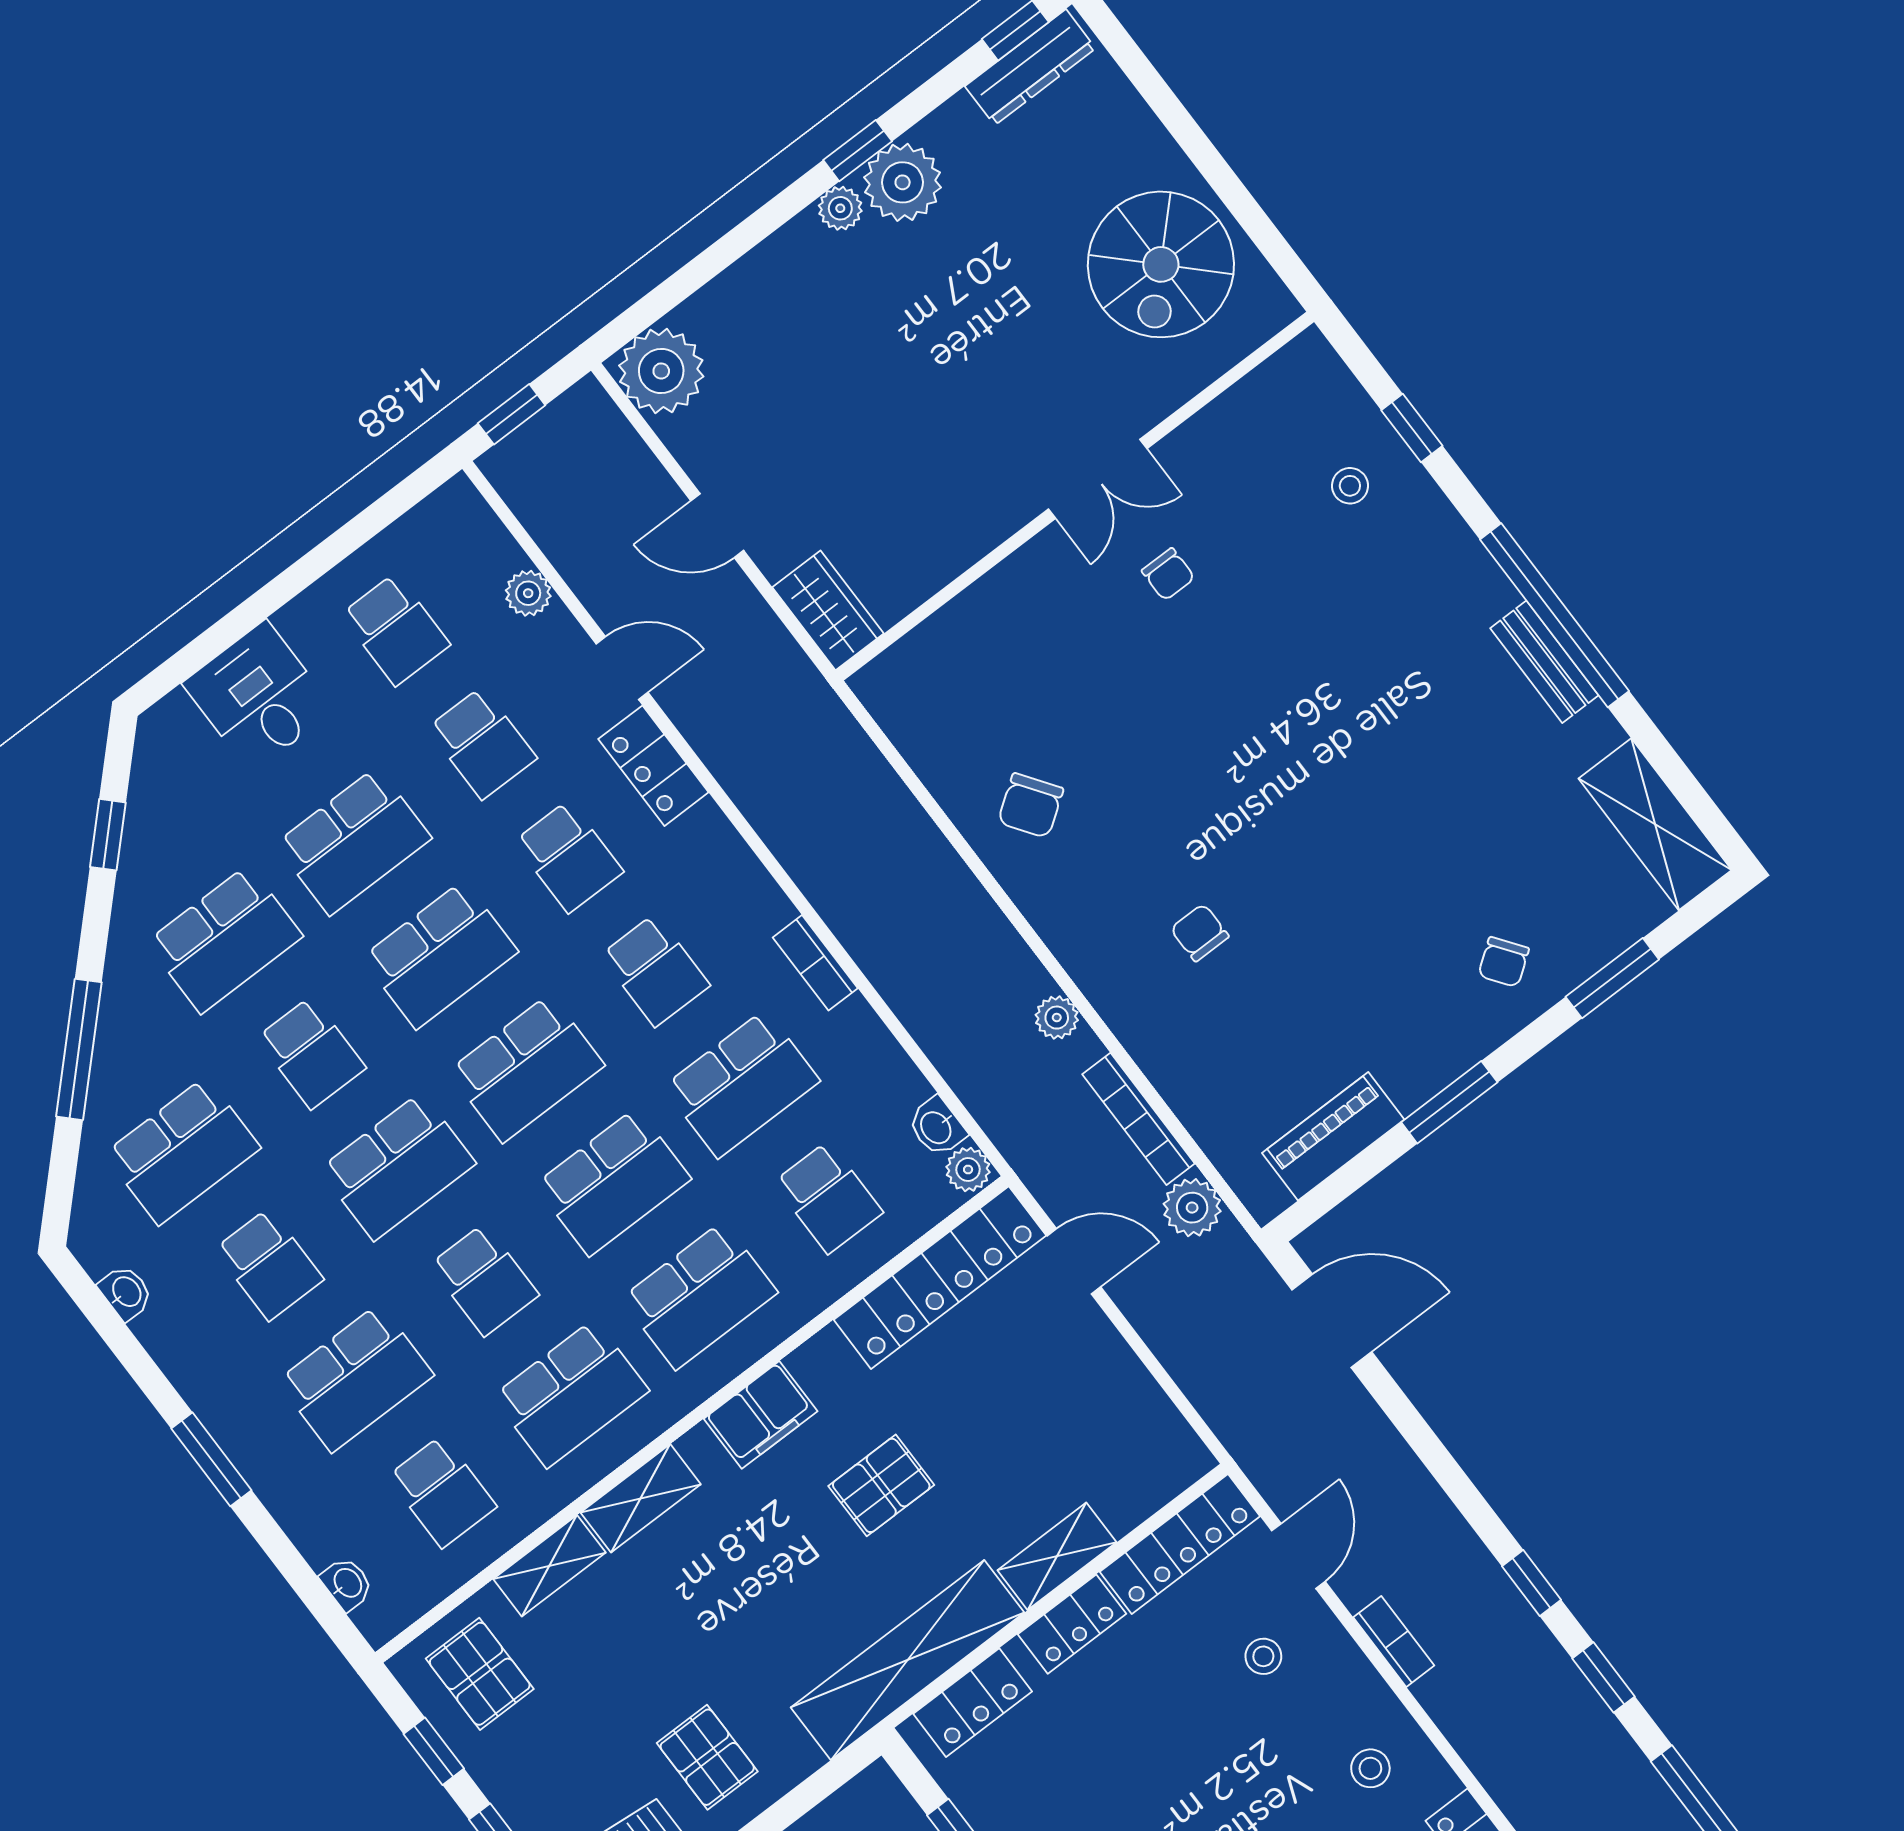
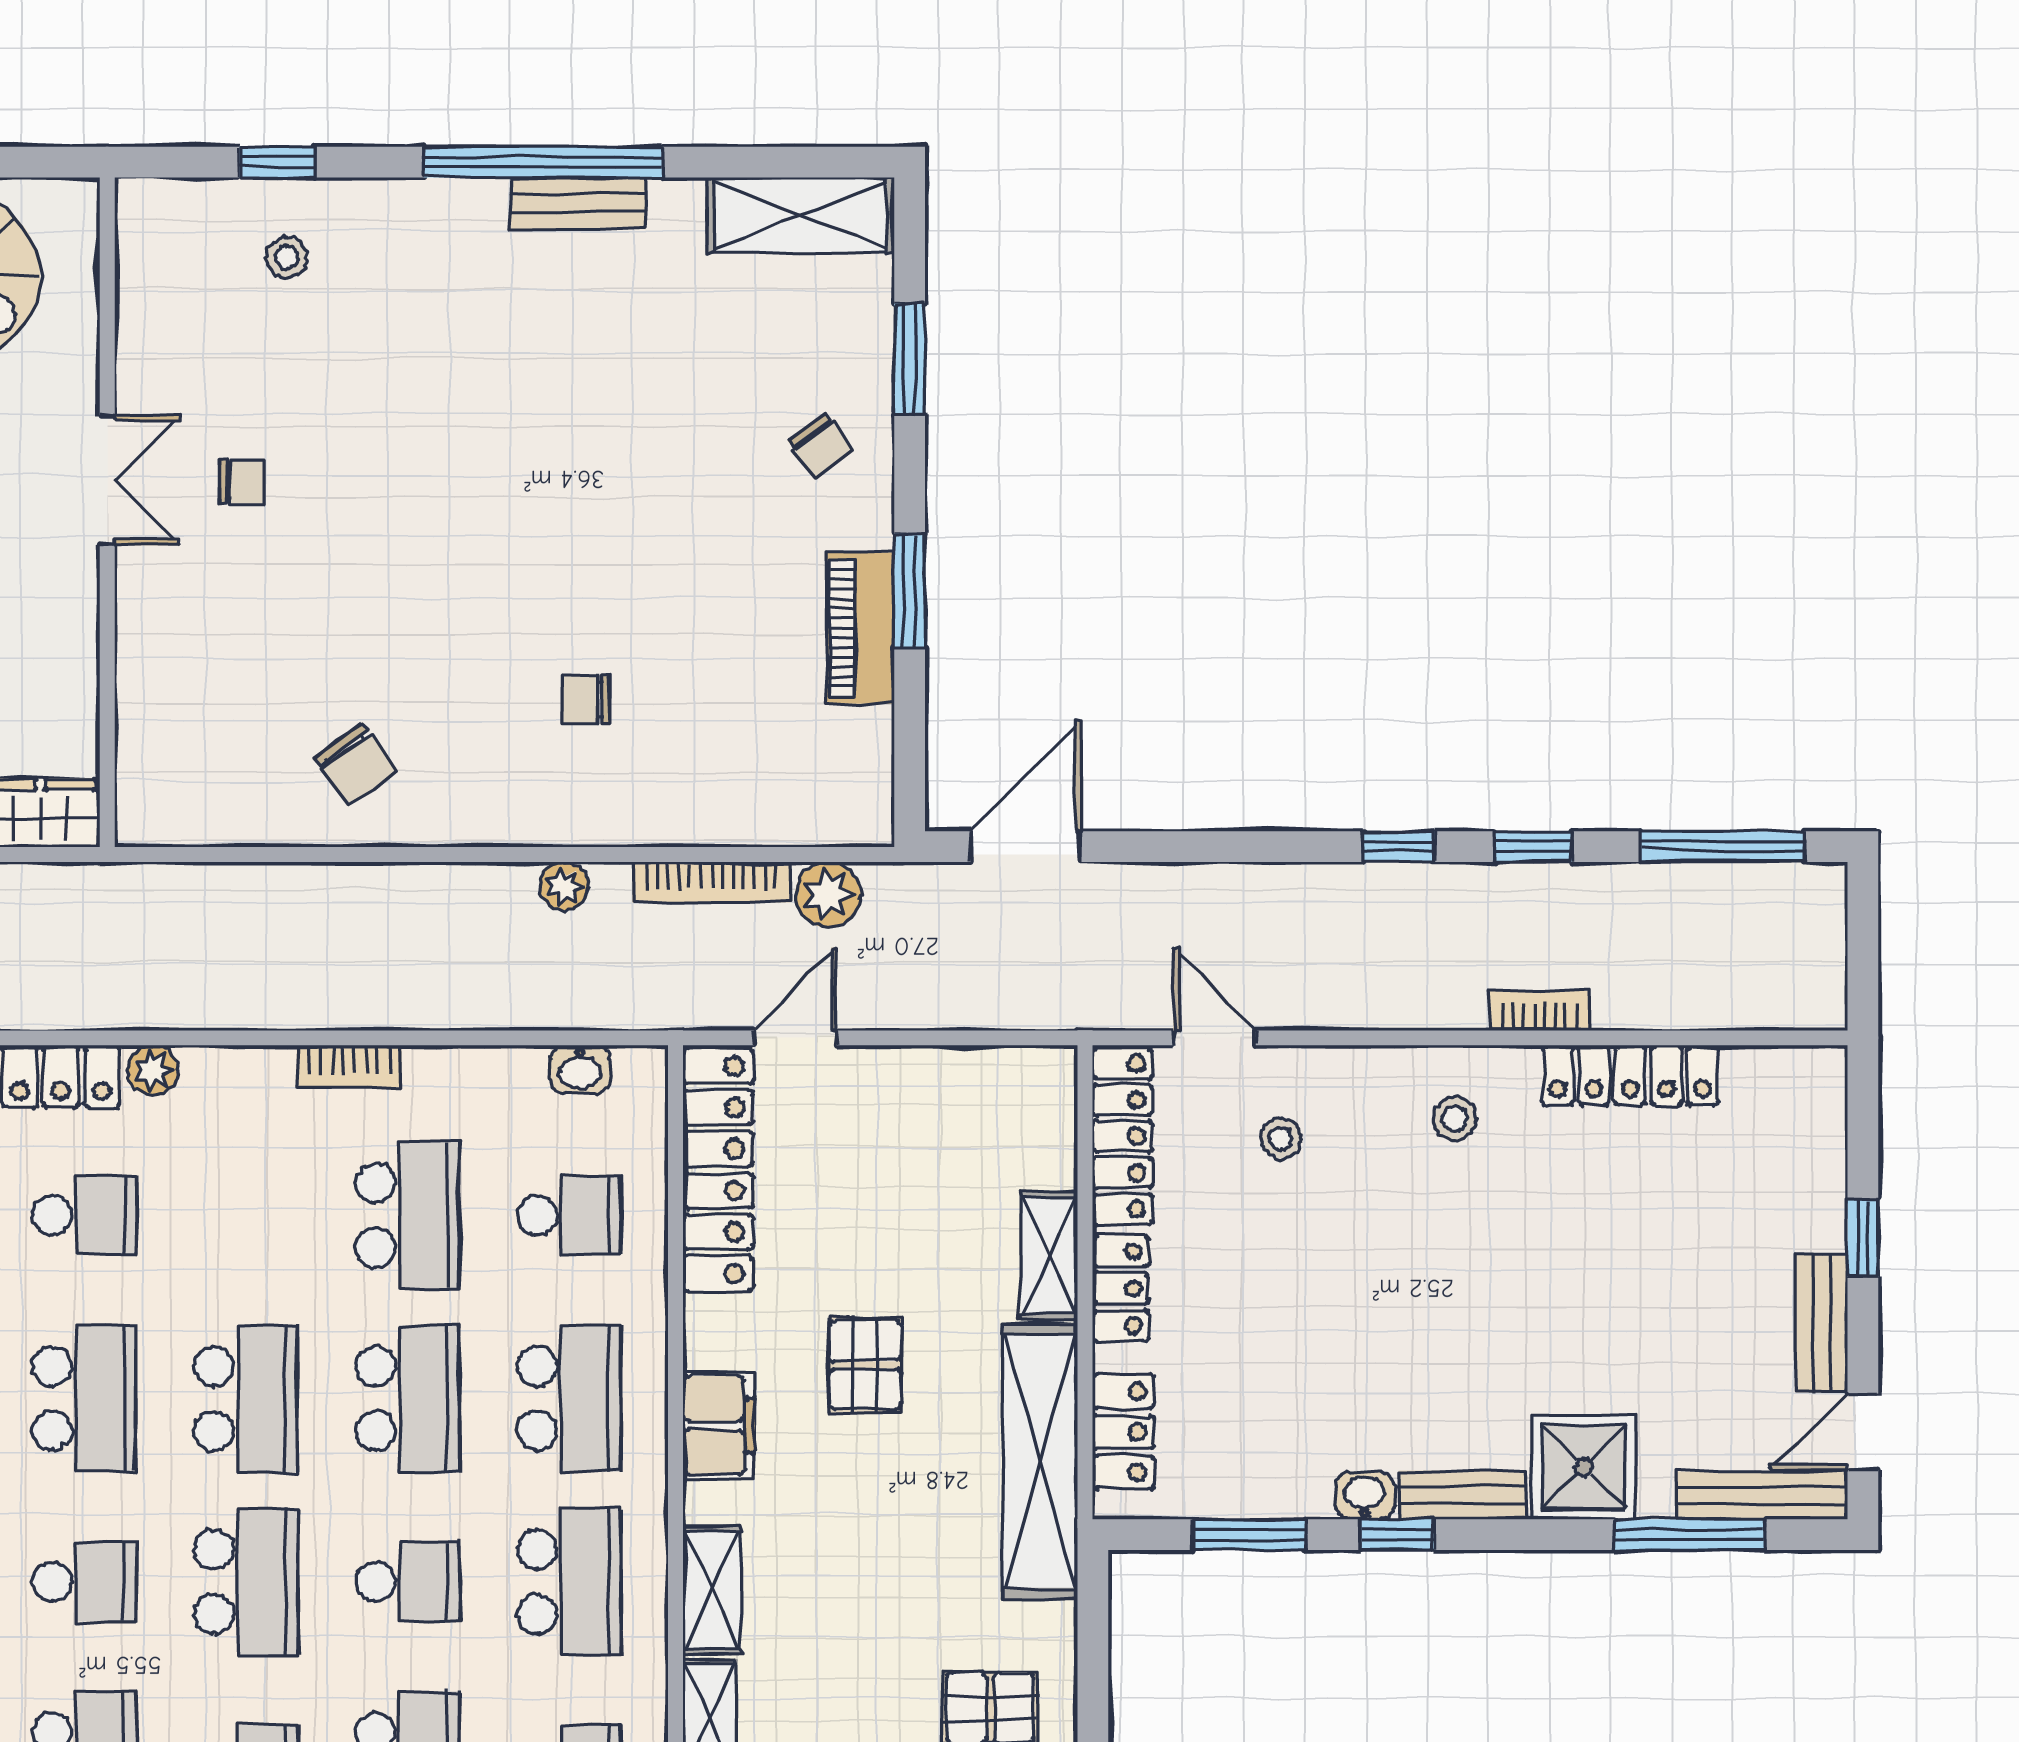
school desk: (655, 970) -> (246, 1215), removed
piano: (1333, 1136) -> (860, 628), moved
plant: (968, 1170) -> (153, 1070), moved
bookcase: (1394, 1641) -> (1539, 1011), moved

